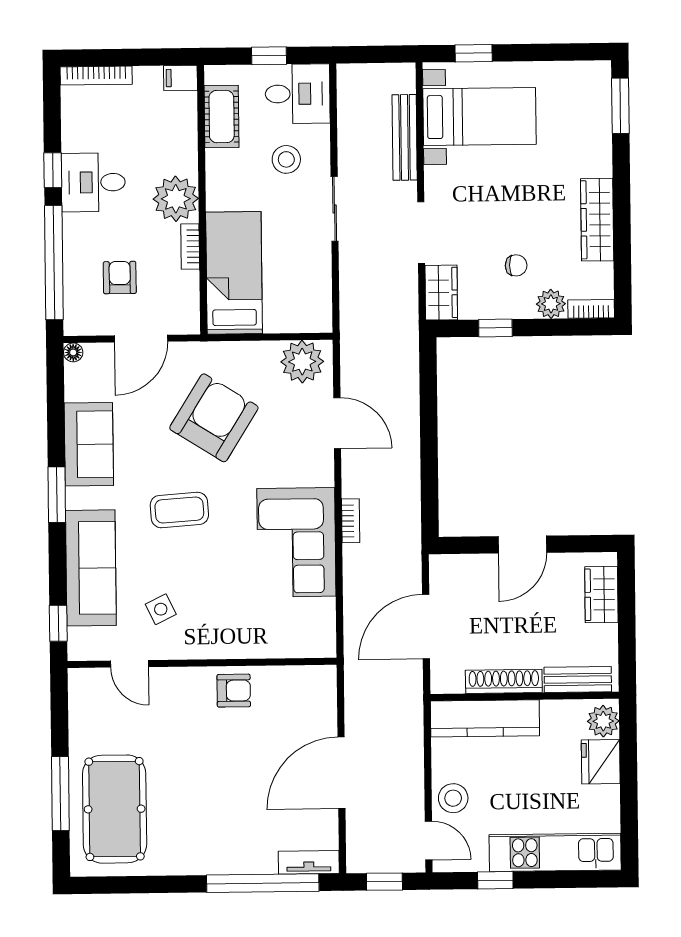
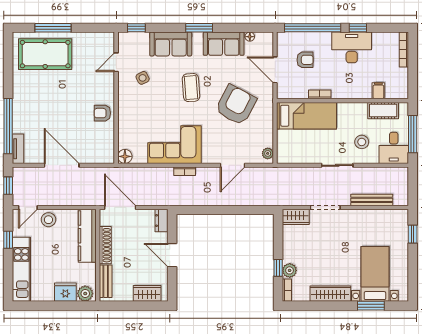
window: (269, 56) -> (413, 134), width x2.17
filing cabinet: (180, 78) -> (378, 91), moved
window: (620, 106) -> (371, 306), moved
bed with nightstands: (479, 117) -> (375, 274), moved, turned 180
desk: (93, 182) -> (352, 47), width x1.37
plant: (176, 199) -> (343, 88), removed
chair: (516, 265) -> (309, 254), removed
window: (495, 328) -> (278, 268), moved
floor lamp: (73, 352) -> (250, 37), moved
plant: (302, 362) -> (268, 153), width x0.53, depth x0.53
armchair: (214, 418) -> (236, 105), turned -94
dresser: (452, 567) -> (161, 221), added
sofa: (91, 568) -> (171, 44), width x0.73
door: (426, 627) -> (120, 207), moved
floor lamp: (322, 643) -> (125, 156), added
armchair: (234, 691) -> (102, 113), turned 90

